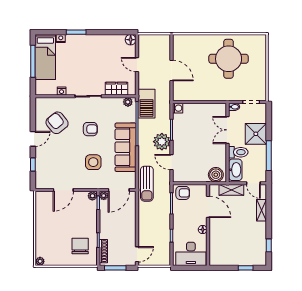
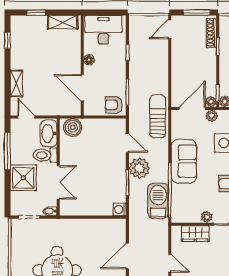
door: (171, 71) -> (127, 256), hinge flipped
plant: (128, 102) -> (207, 217), moved
barbecue: (147, 104) -> (158, 201), moved
sofa: (126, 147) -> (184, 161), width x0.73
plant: (103, 184) -> (212, 116), added
shelving: (231, 190) -> (63, 22), moved

